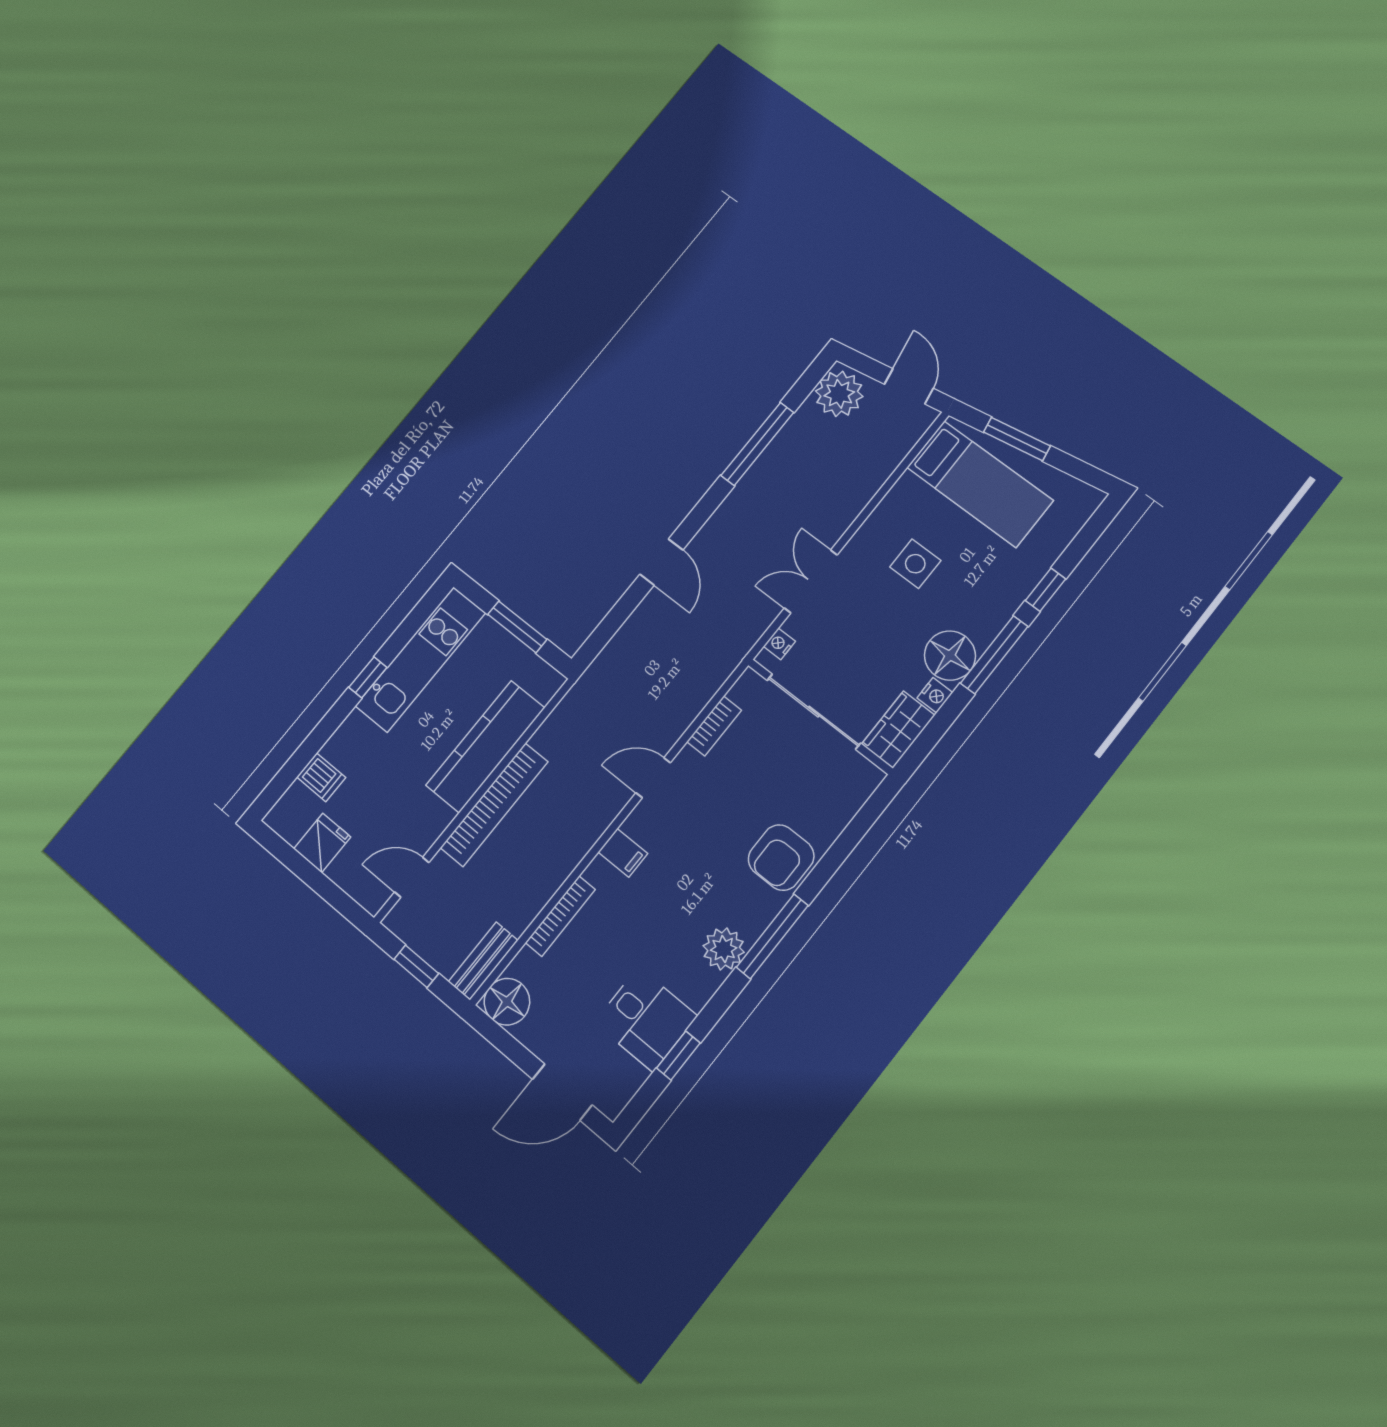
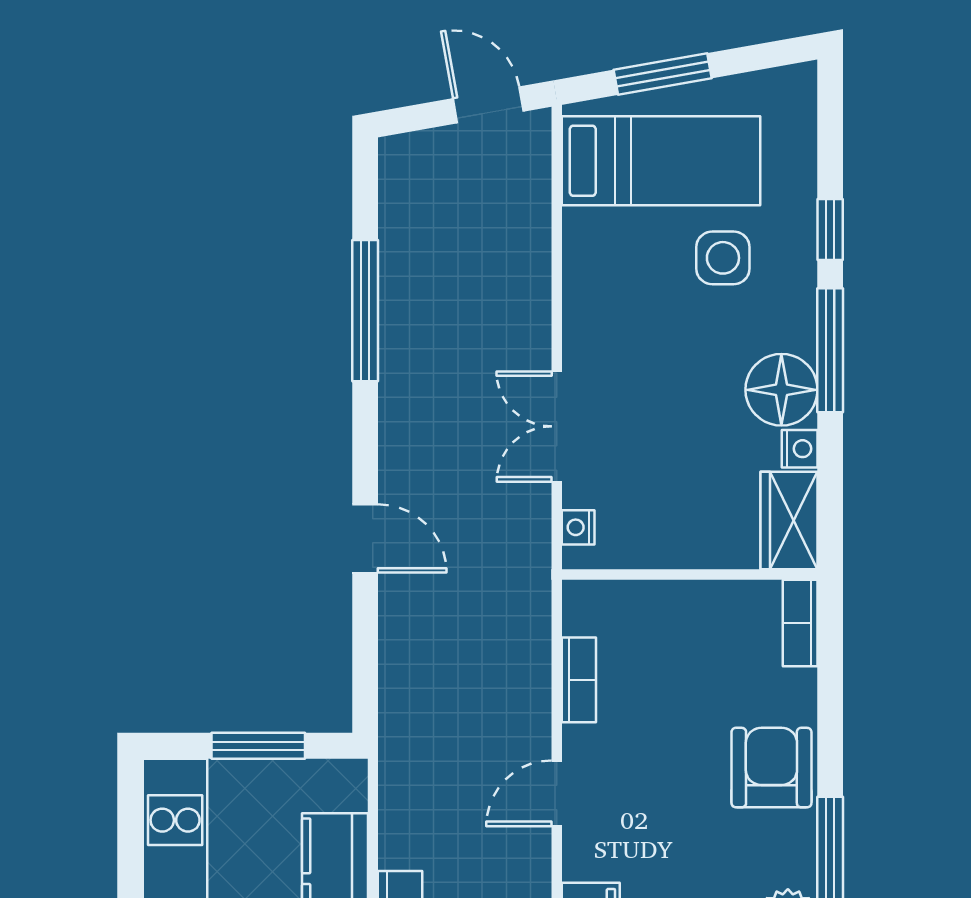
plant: (839, 394) -> (414, 176), removed
side table: (915, 564) -> (723, 258), moved
sliding door: (814, 712) -> (678, 575), removed
bookcase: (860, 791) -> (800, 623), added
armchair: (781, 858) -> (771, 768), turned 180

